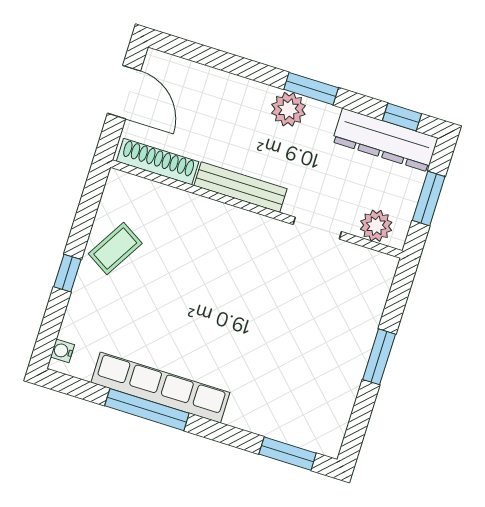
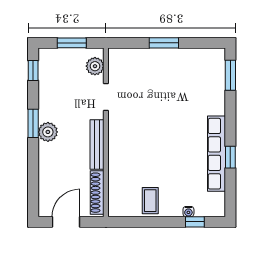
dresser: (385, 140) -> (48, 76), removed
coffee table: (115, 248) -> (150, 201), turned 59
window: (67, 273) -> (195, 222), moved
water cooler: (62, 351) -> (188, 212), moved
window: (147, 410) -> (230, 157), width x0.46

